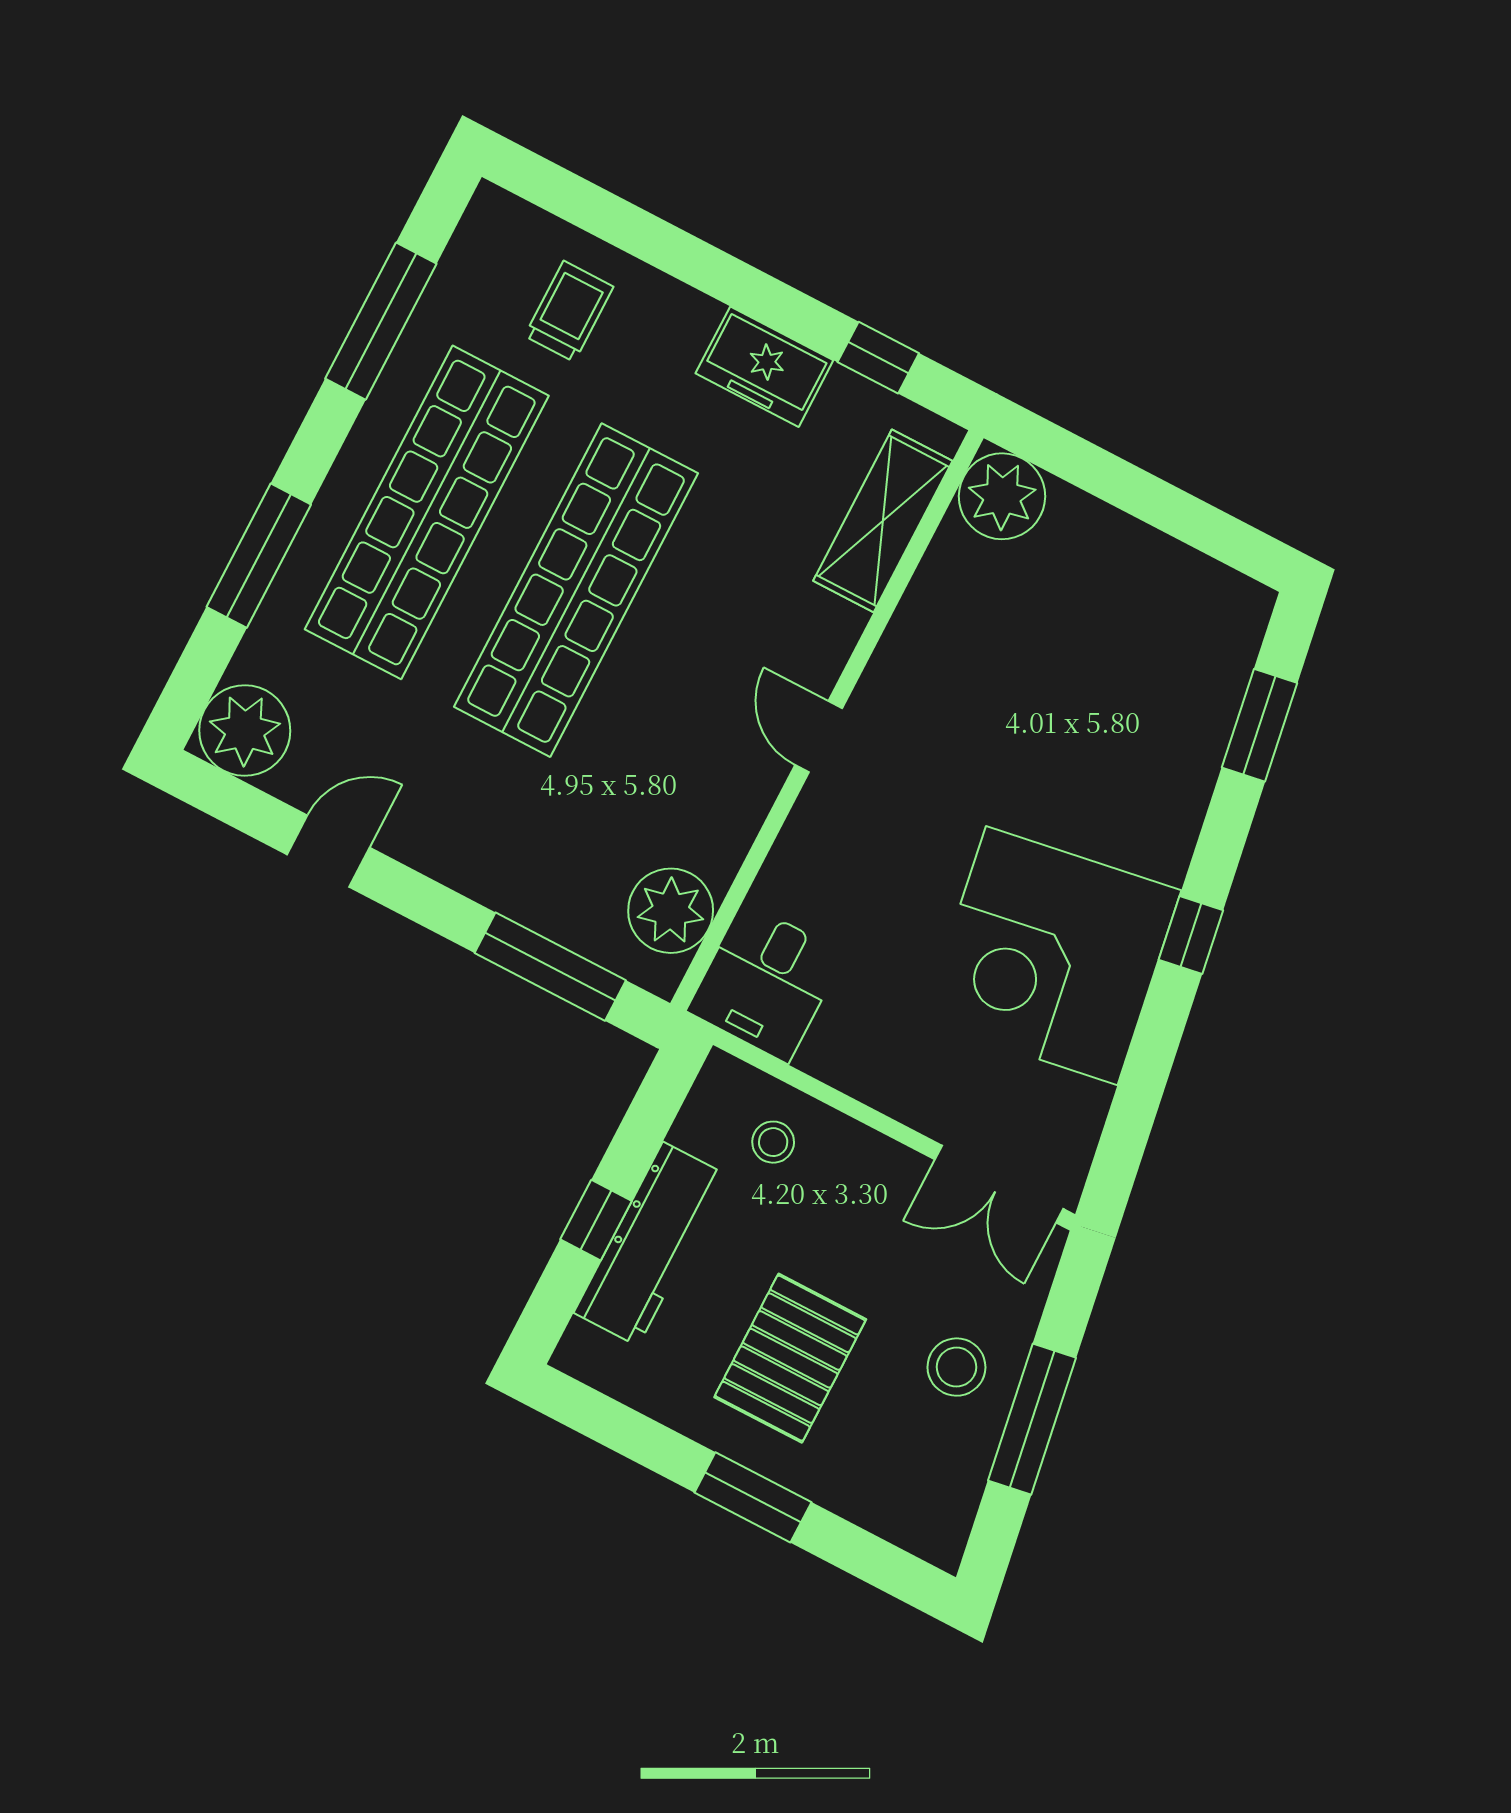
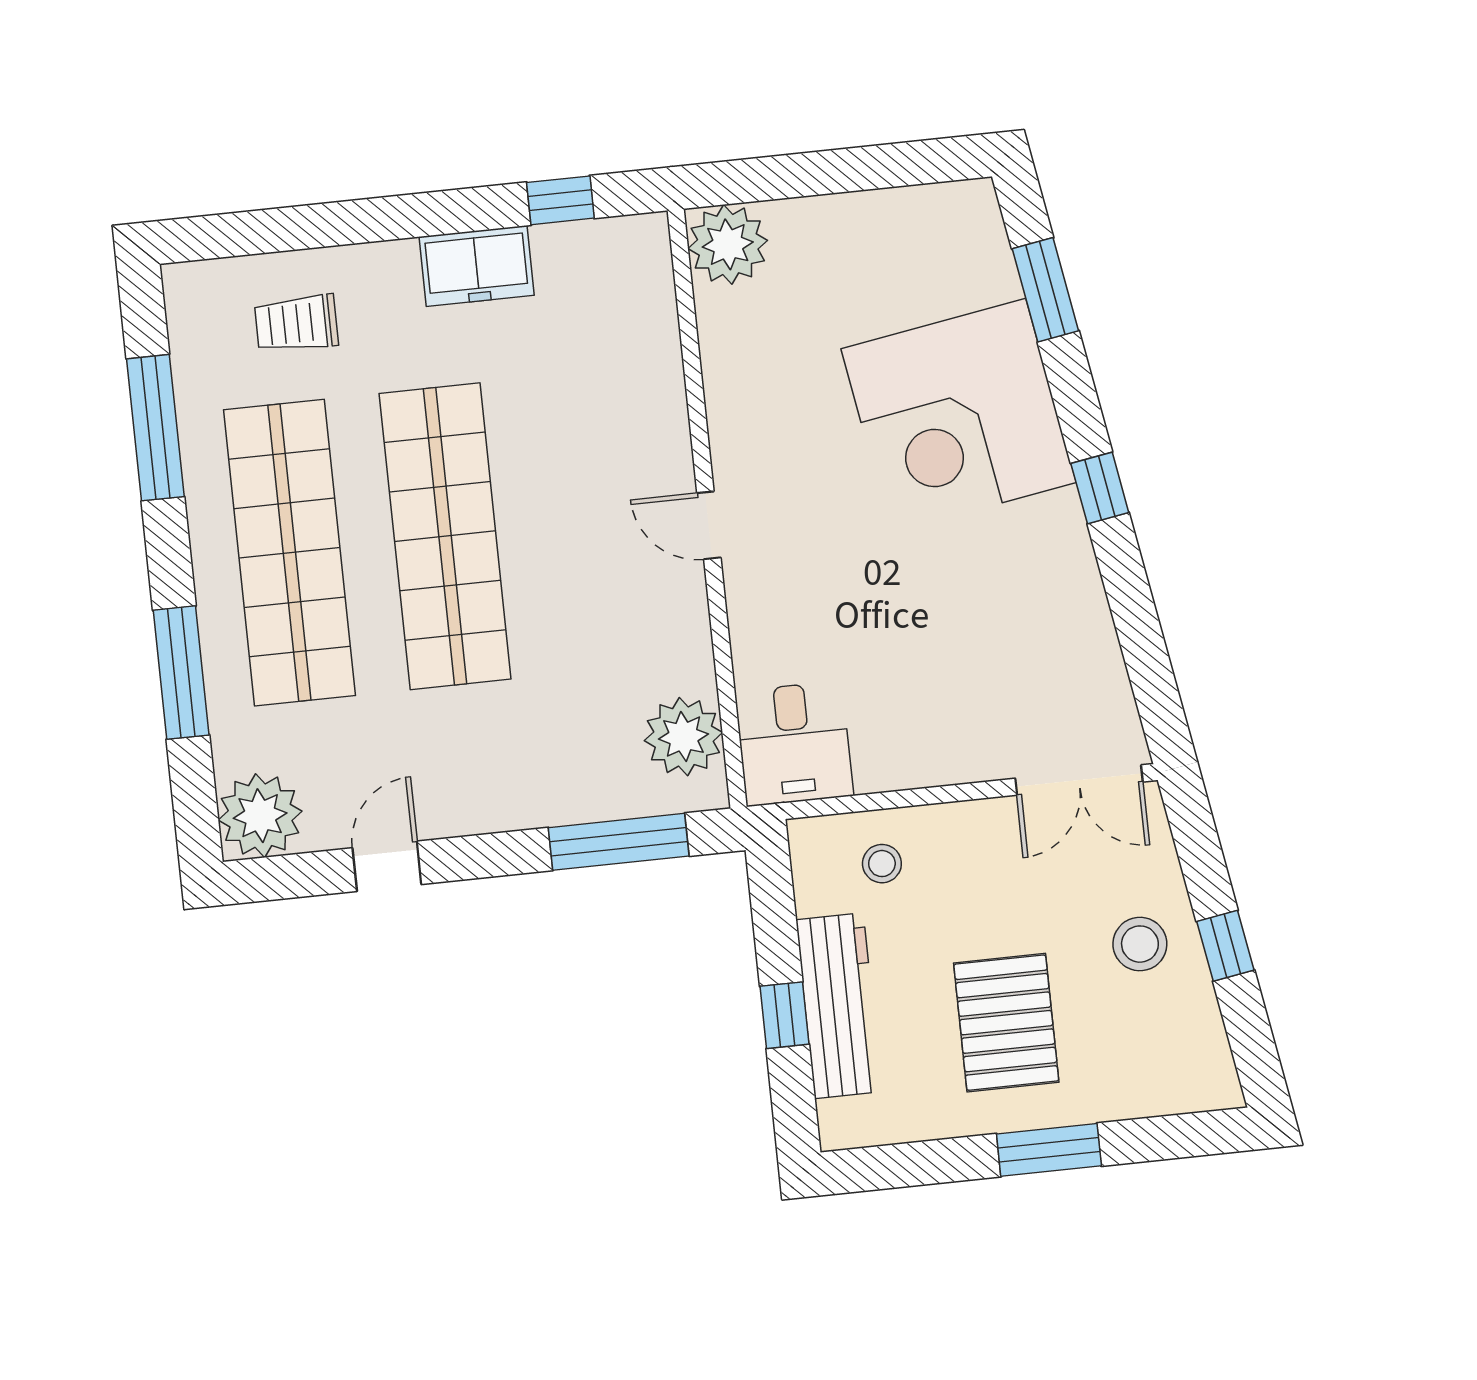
trolley: (569, 311) -> (296, 323), turned -90
shelving: (883, 521) -> (648, 325), removed
corner desk: (1052, 956) -> (959, 416), moved
window: (1032, 1419) -> (1225, 946), width x0.46

